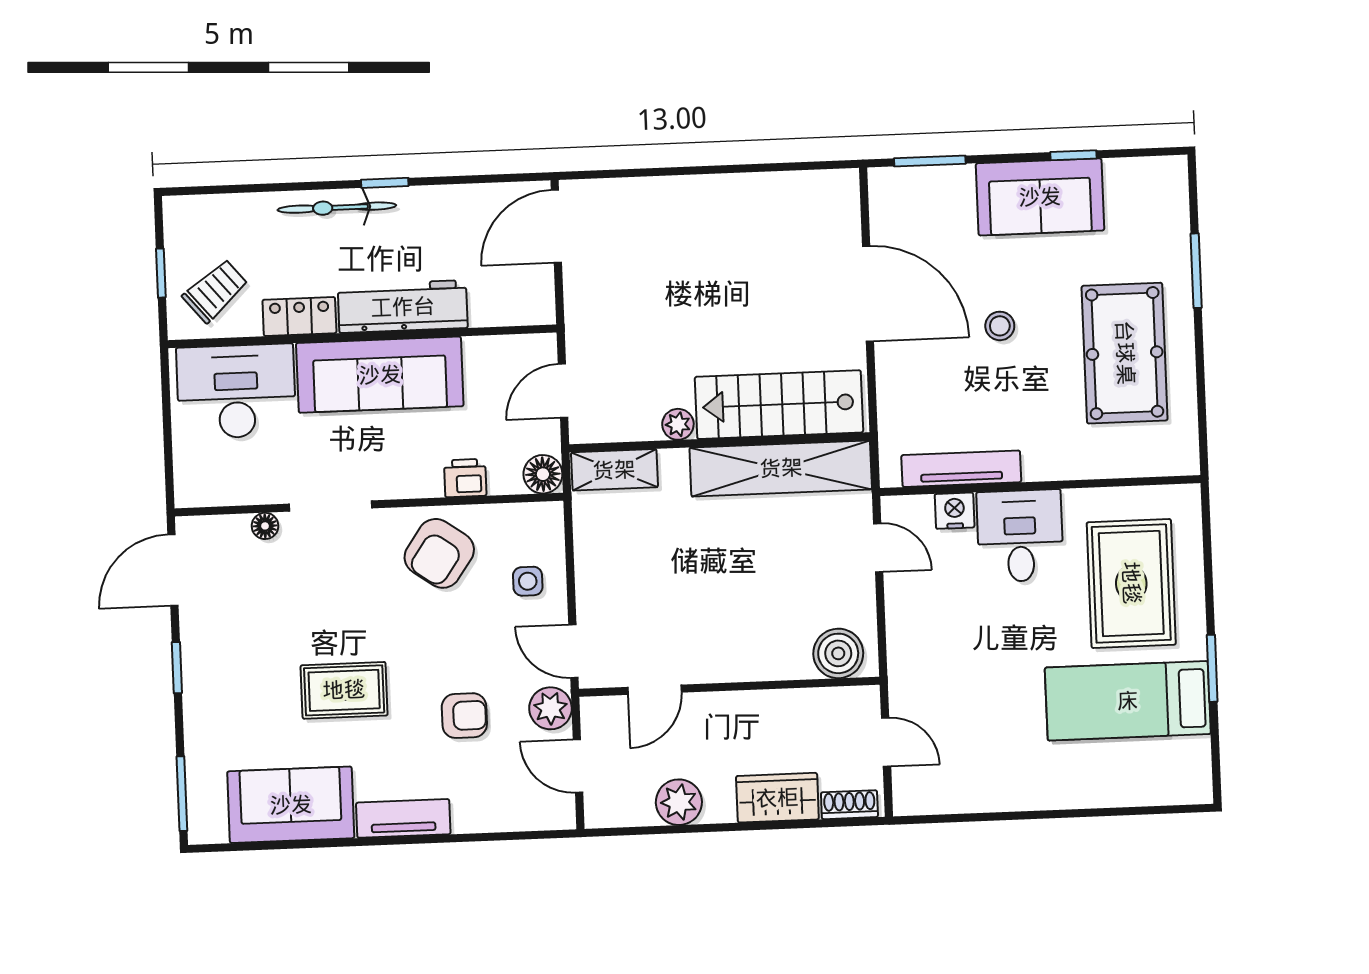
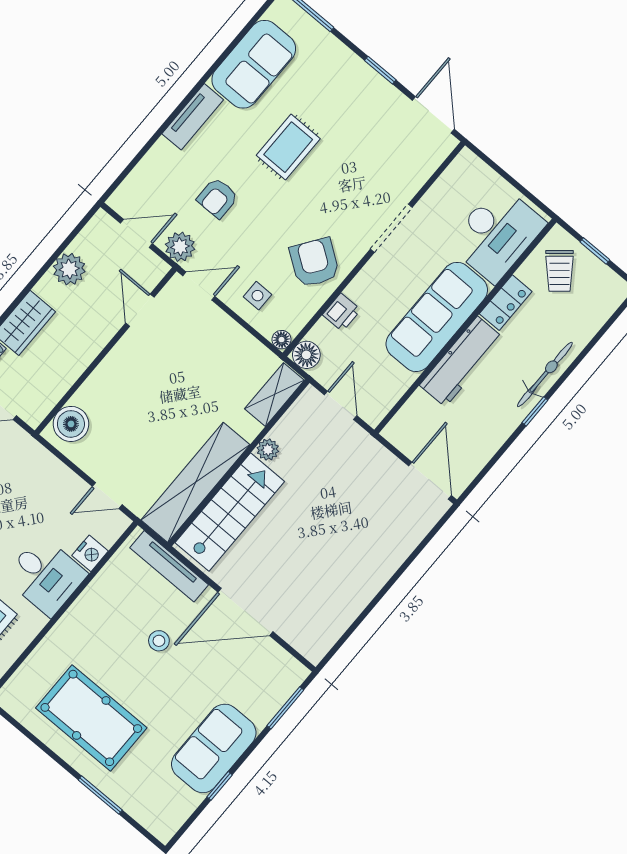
stool: (1000, 326) -> (159, 641), moved
tv unit: (961, 469) -> (169, 566), moved, turned 90
floor lamp: (265, 526) -> (282, 340), moved

